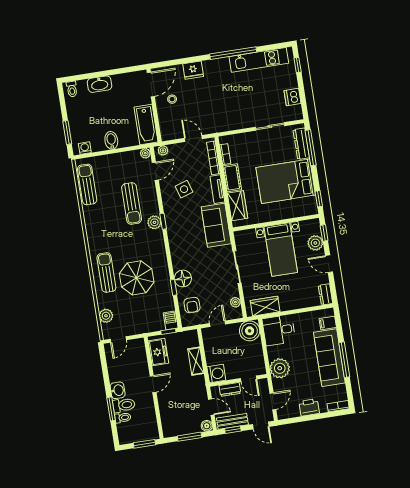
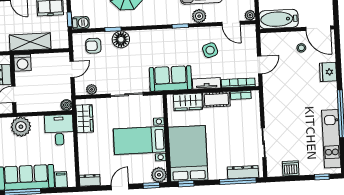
plant: (163, 150) -> (251, 33), removed
bed: (286, 181) -> (188, 154), moved
plant: (154, 222) -> (199, 16), moved
plant: (315, 243) -> (159, 175), moved
door: (218, 324) -> (72, 69), hinge flipped
boiler: (250, 331) -> (66, 105), width x0.54, depth x0.54
shelving: (196, 361) -> (30, 42), width x1.50, depth x1.33

